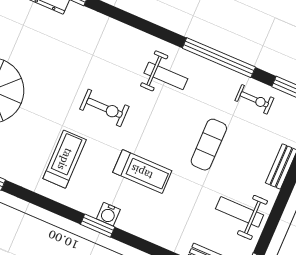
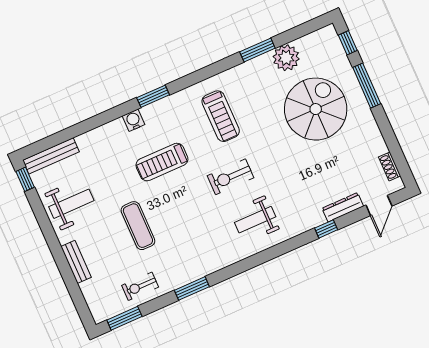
window: (219, 58) -> (192, 288), width x0.47
weight bench: (166, 76) -> (255, 220), moved
water cooler: (108, 214) -> (134, 120), moved

